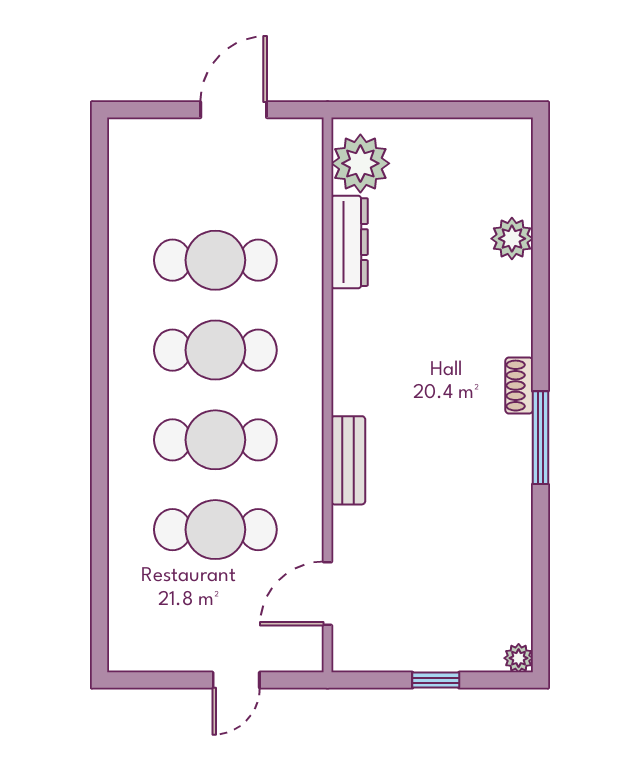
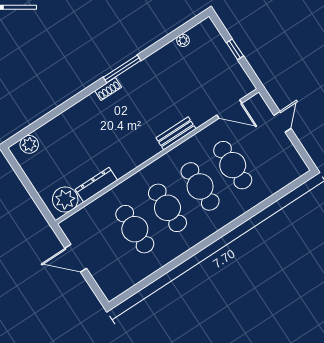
plant: (512, 239) -> (29, 144), moved
plant: (519, 658) -> (183, 40), moved
door: (236, 680) -> (282, 122), hinge flipped

